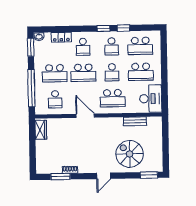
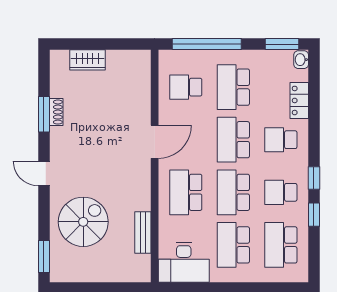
school desk: (112, 72) -> (233, 192), width x1.85
wardrobe: (41, 130) -> (87, 60), moved
window: (60, 177) -> (44, 114), moved

